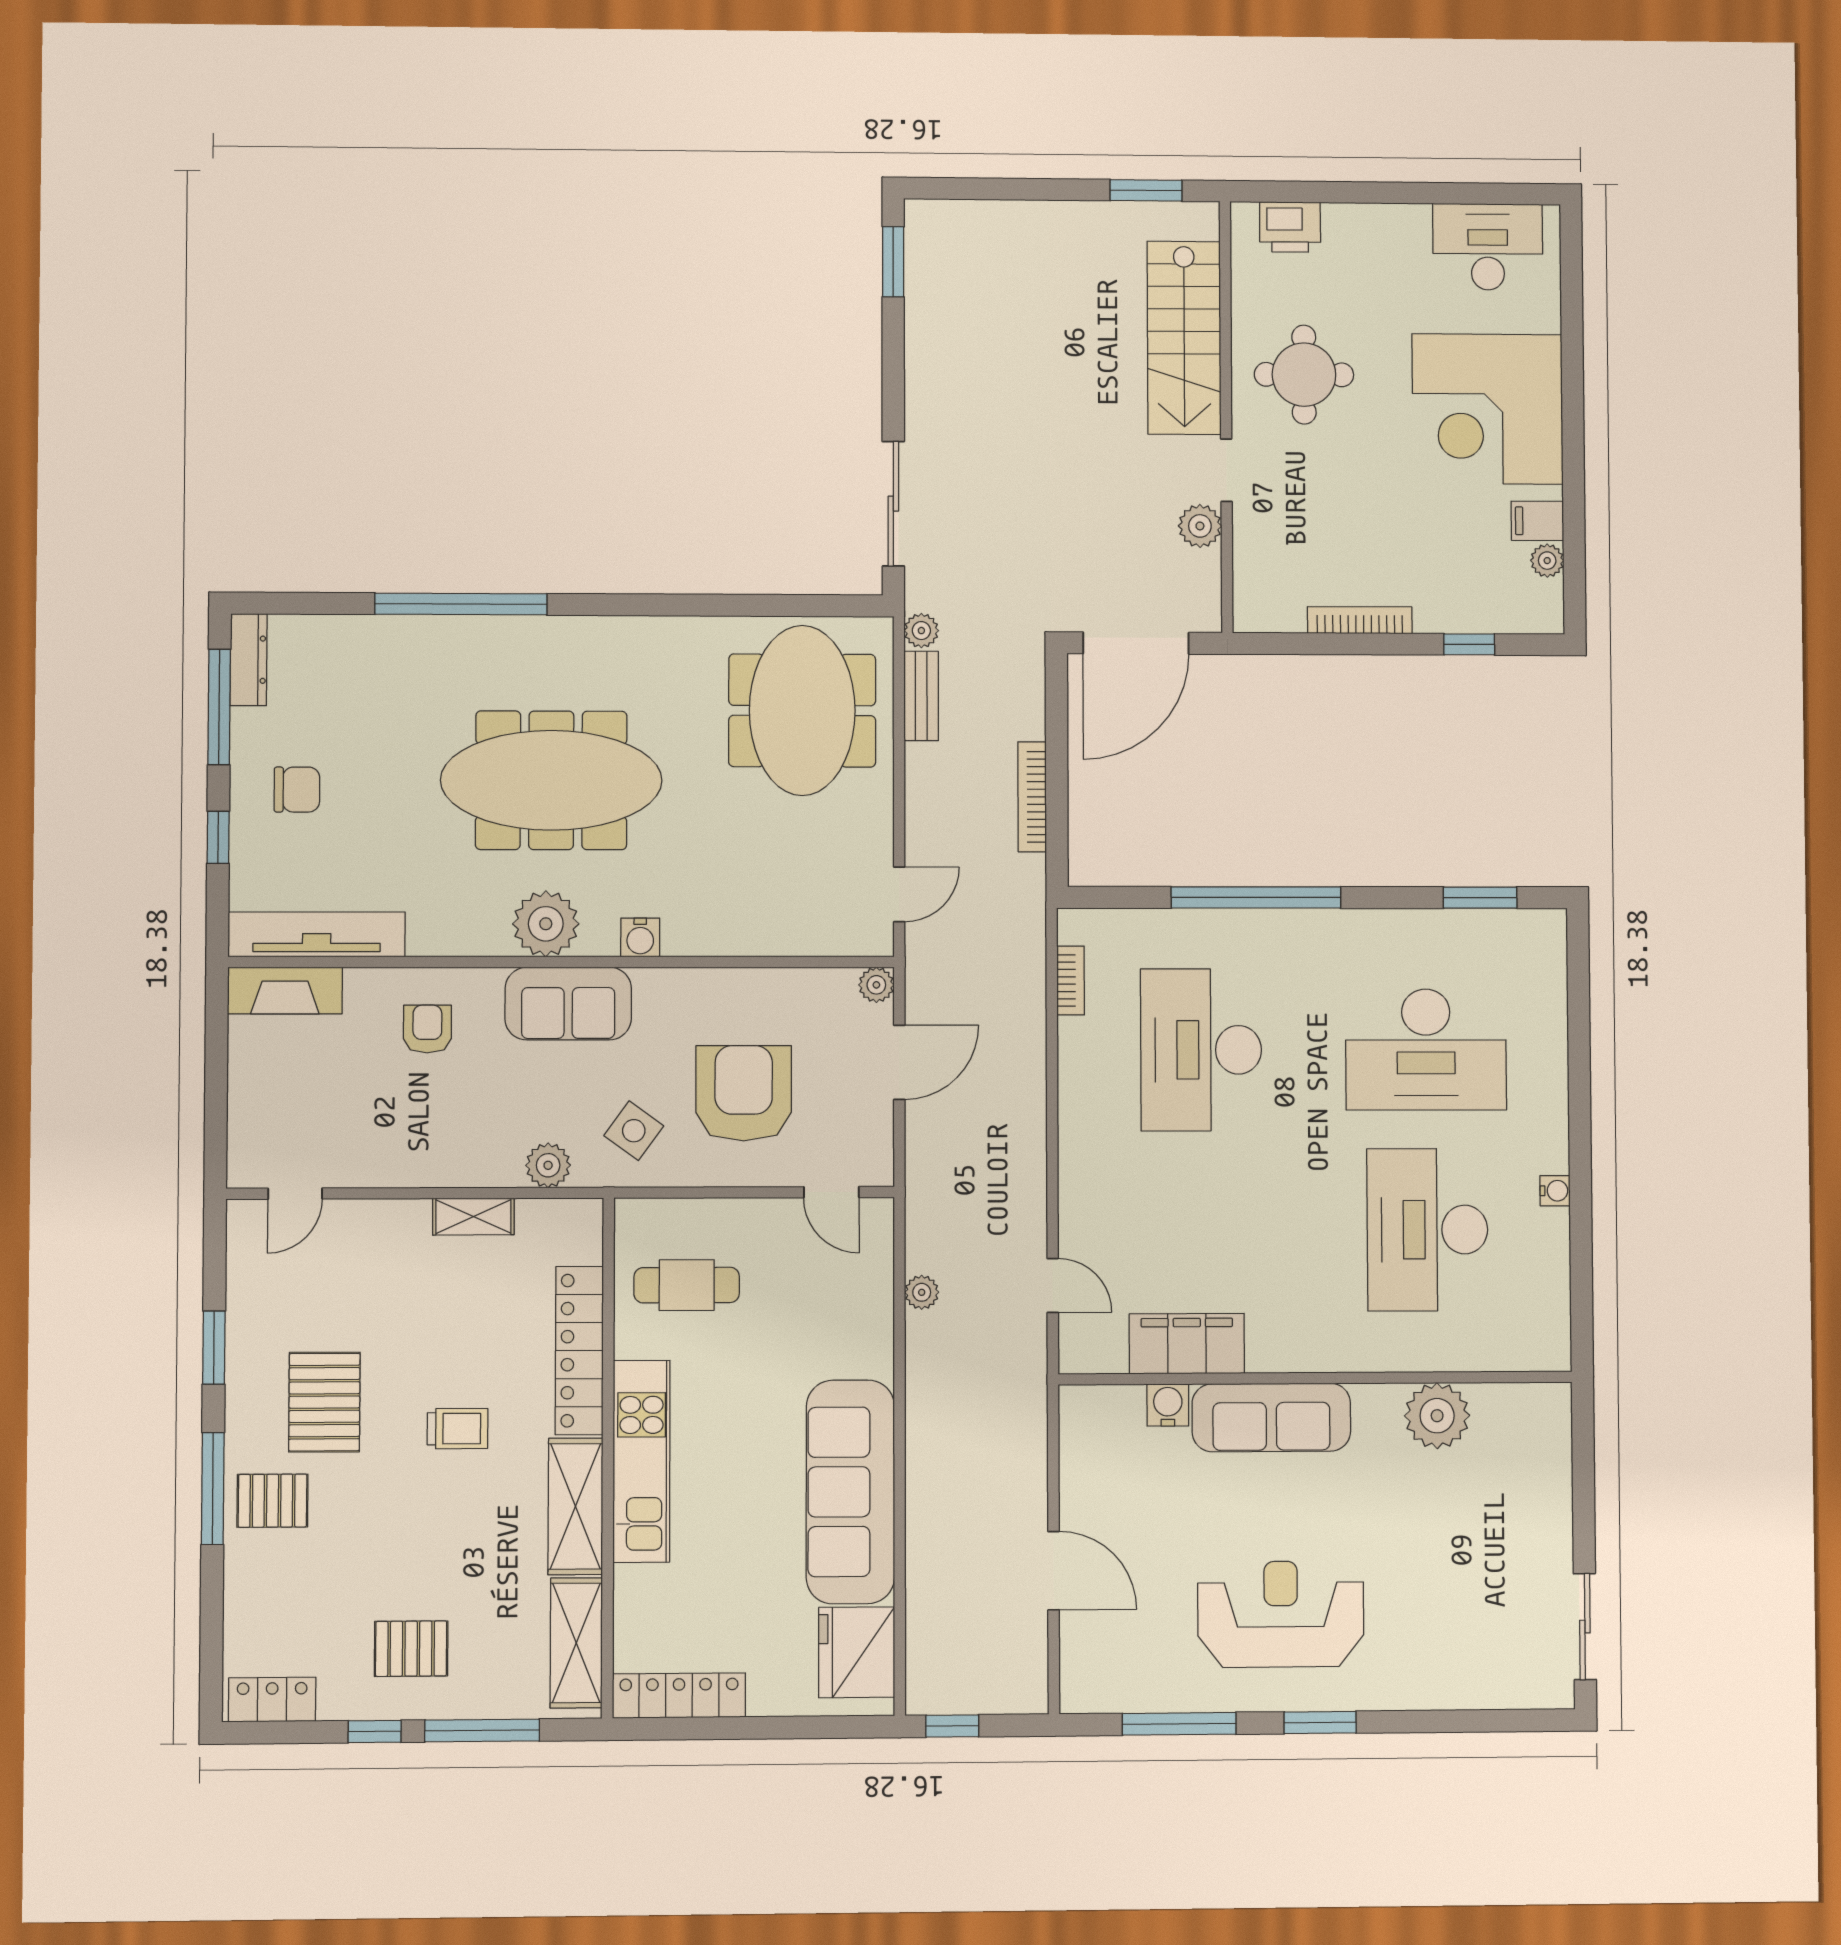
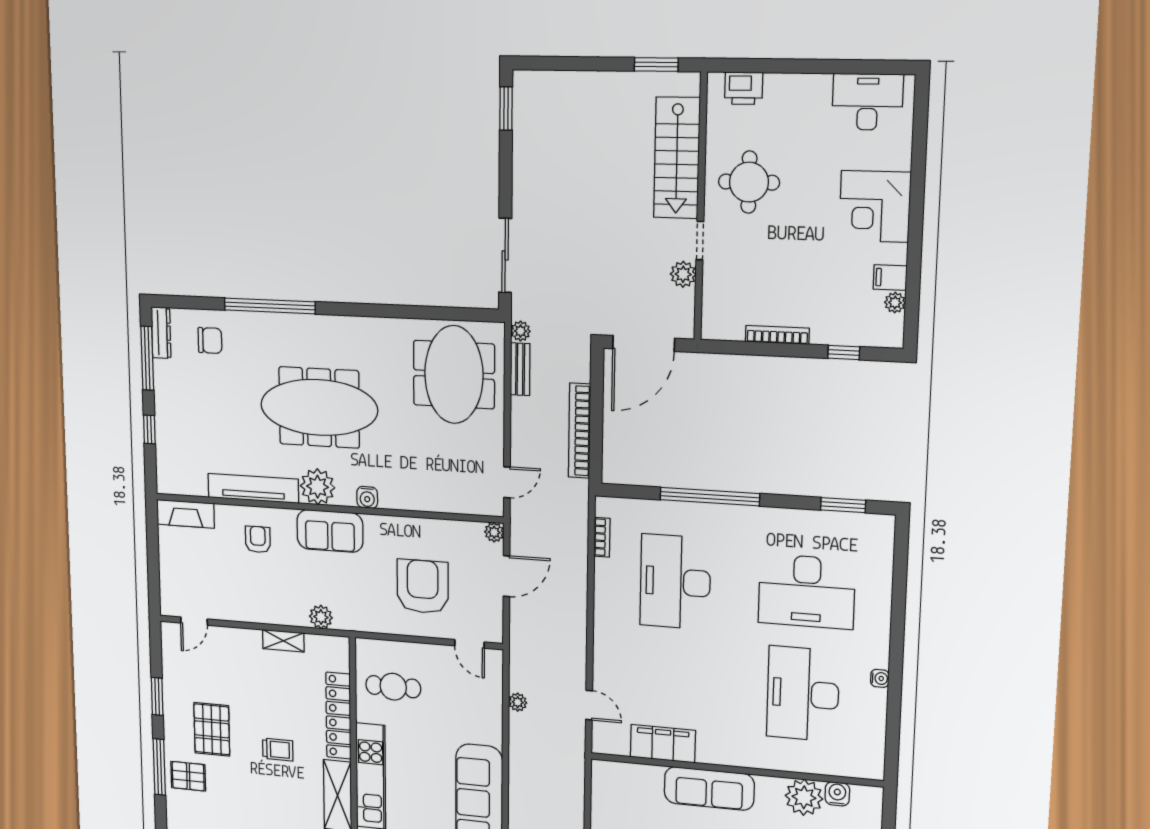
corner desk: (1488, 409) -> (875, 206), width x0.74, depth x0.74
chair: (297, 790) -> (210, 340), moved
bookcase: (1032, 797) -> (580, 431), width x1.48, depth x1.31
tv unit: (317, 934) -> (253, 488), moved
side table: (634, 1131) -> (365, 602), removed
water cooler: (1168, 1405) -> (837, 794), moved

